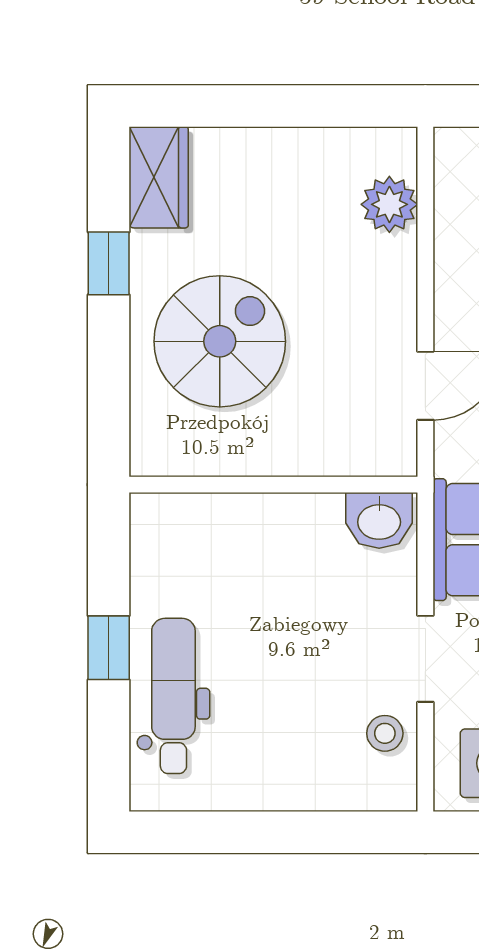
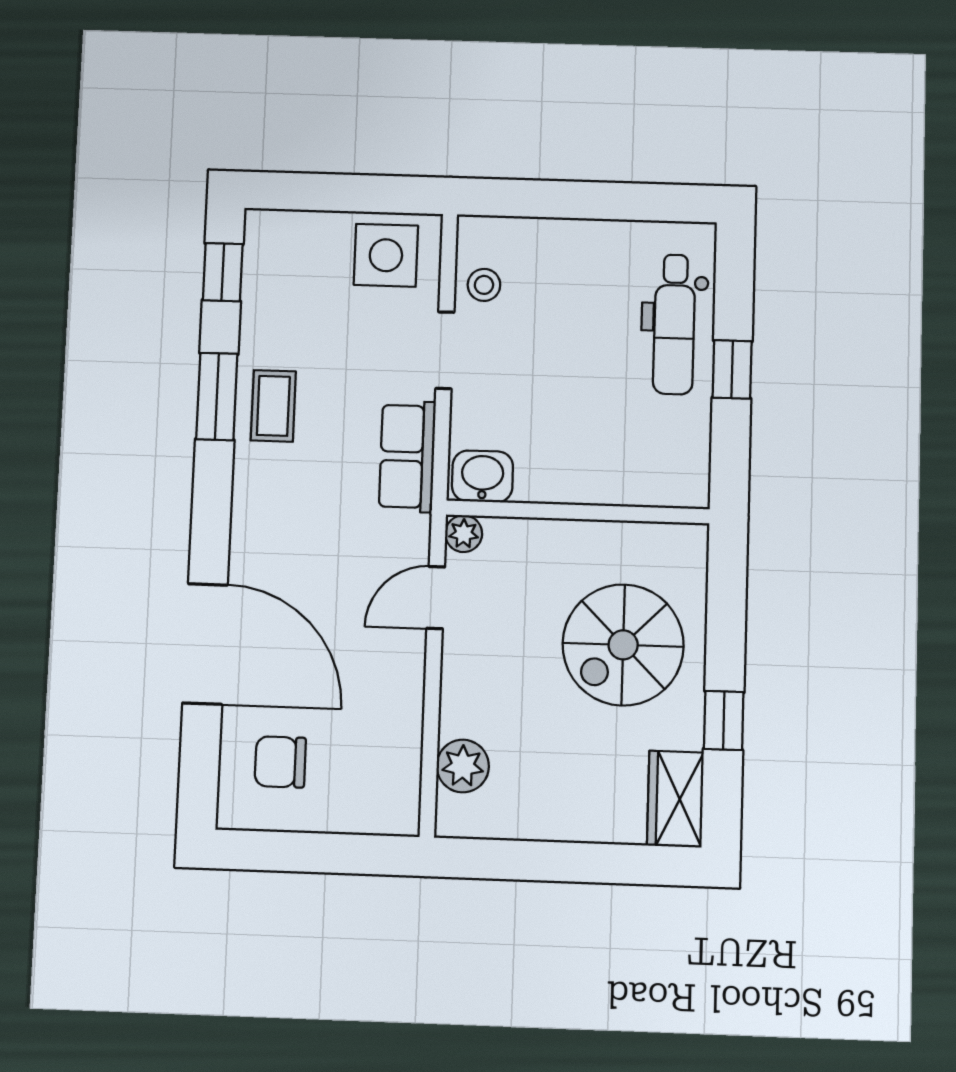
plant: (397, 457) -> (464, 534), added

